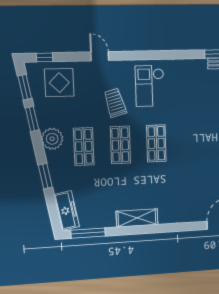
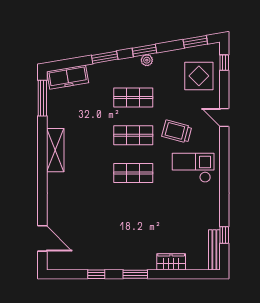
door: (100, 56) -> (224, 118), swing flipped
trolley: (115, 103) -> (177, 131), turned -150
window: (32, 119) -> (144, 50), moved
plant: (52, 139) -> (147, 60), width x0.53, depth x0.53

